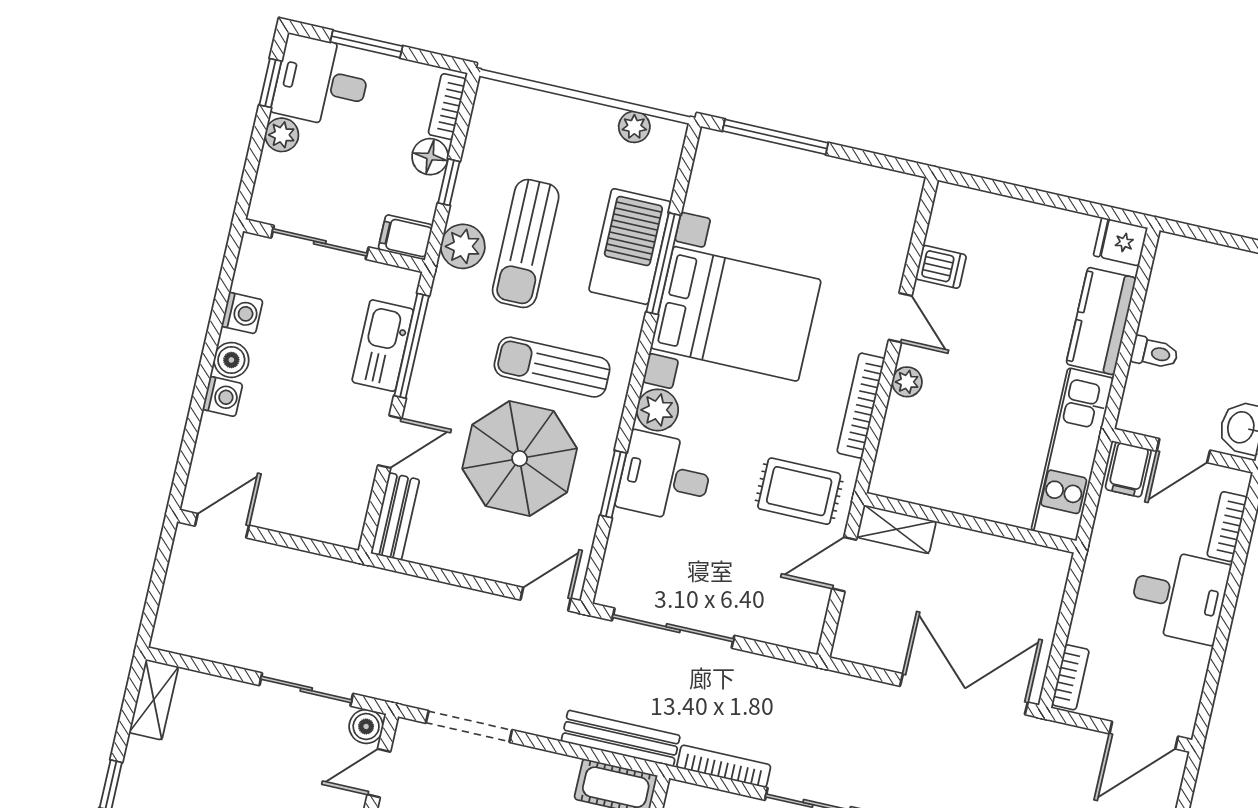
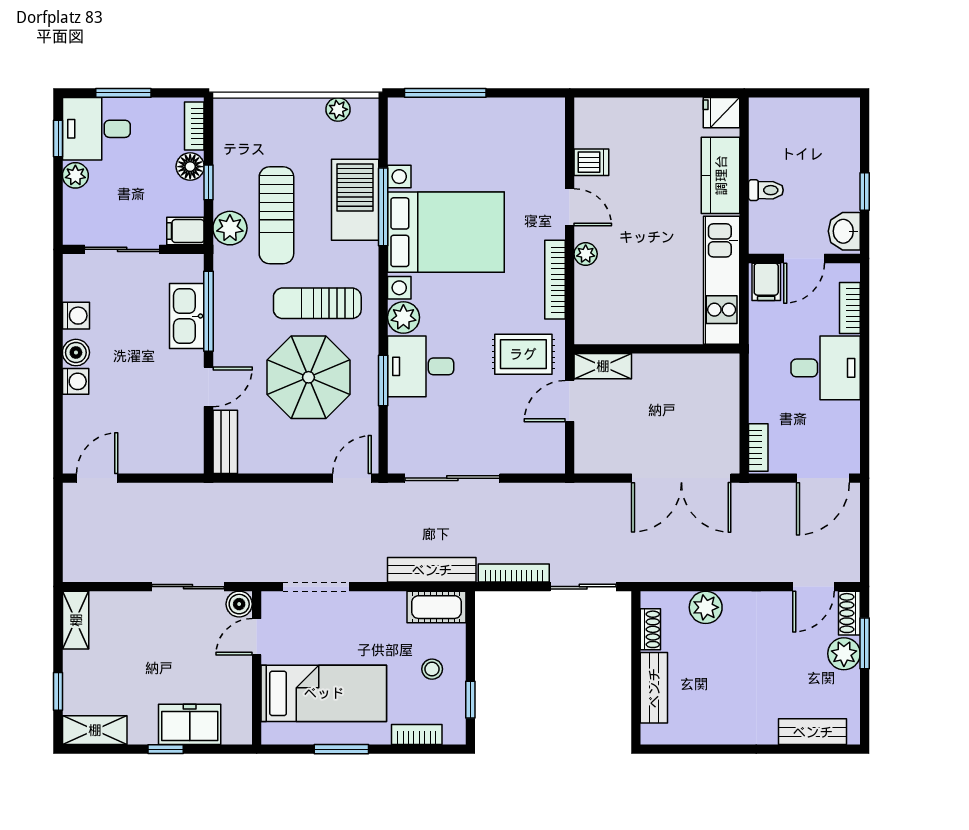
double door: (964, 694) -> (681, 478), swing flipped

